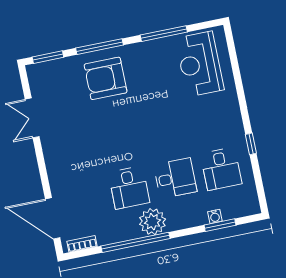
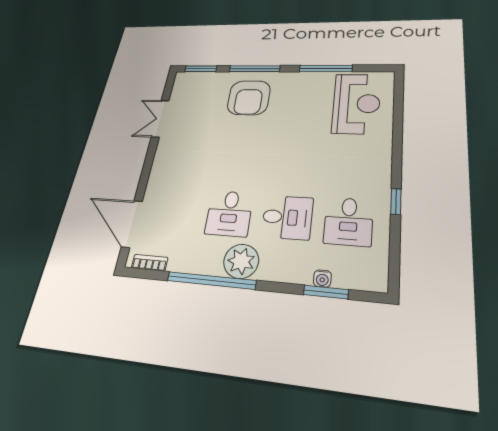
reception desk: (200, 64) -> (356, 103), turned 180
armchair: (106, 78) -> (249, 98), turned -90

